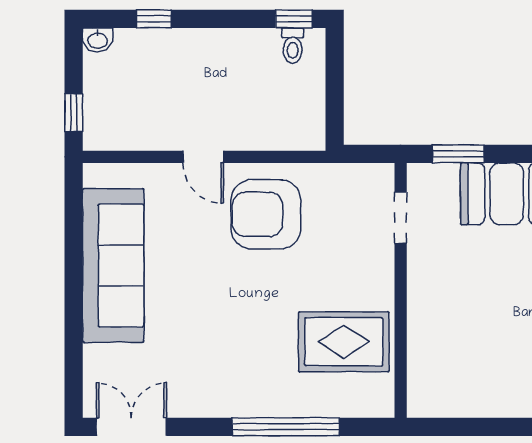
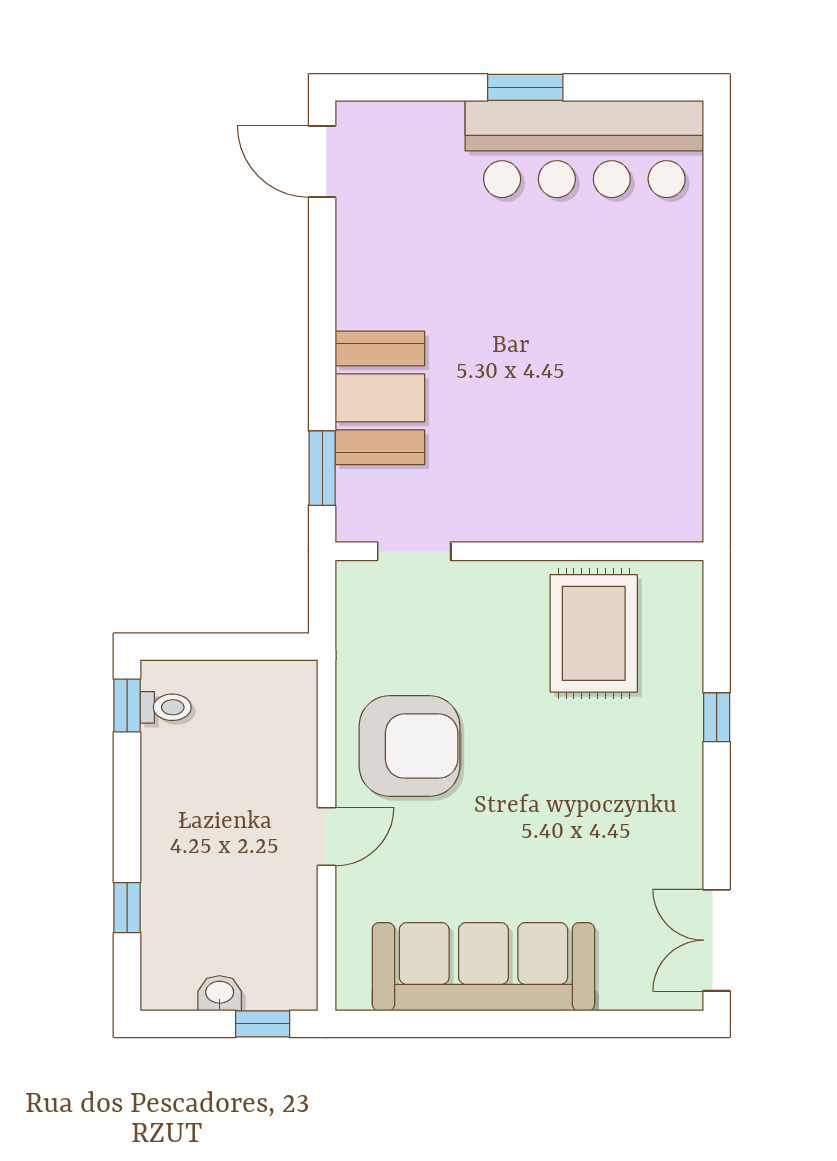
washbasin: (98, 40) -> (220, 993), moved, turned -90
armchair: (266, 214) -> (409, 746), turned -90
window: (286, 427) -> (717, 717), width x0.32

